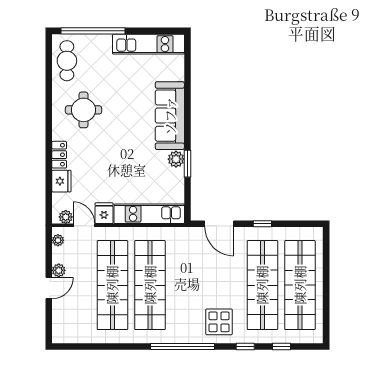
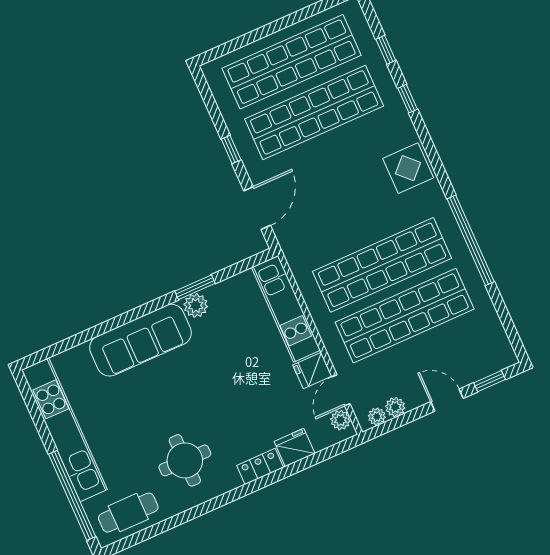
kitchen unit: (148, 44) -> (64, 430), width x1.36
plant: (59, 270) -> (395, 407), moved
window: (49, 319) -> (490, 381), added
display table: (219, 322) -> (408, 168), moved
window: (182, 346) -> (471, 240), moved

